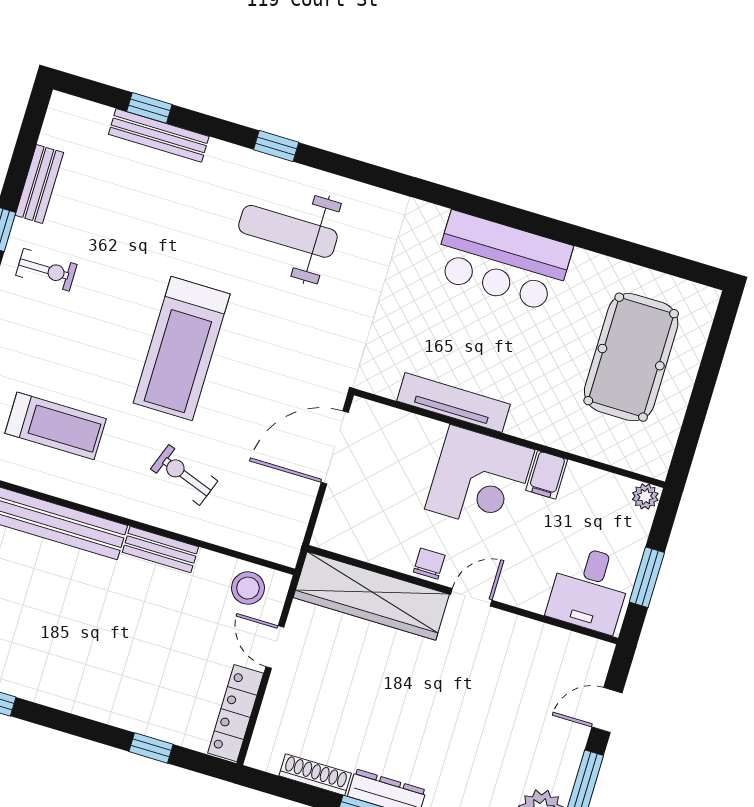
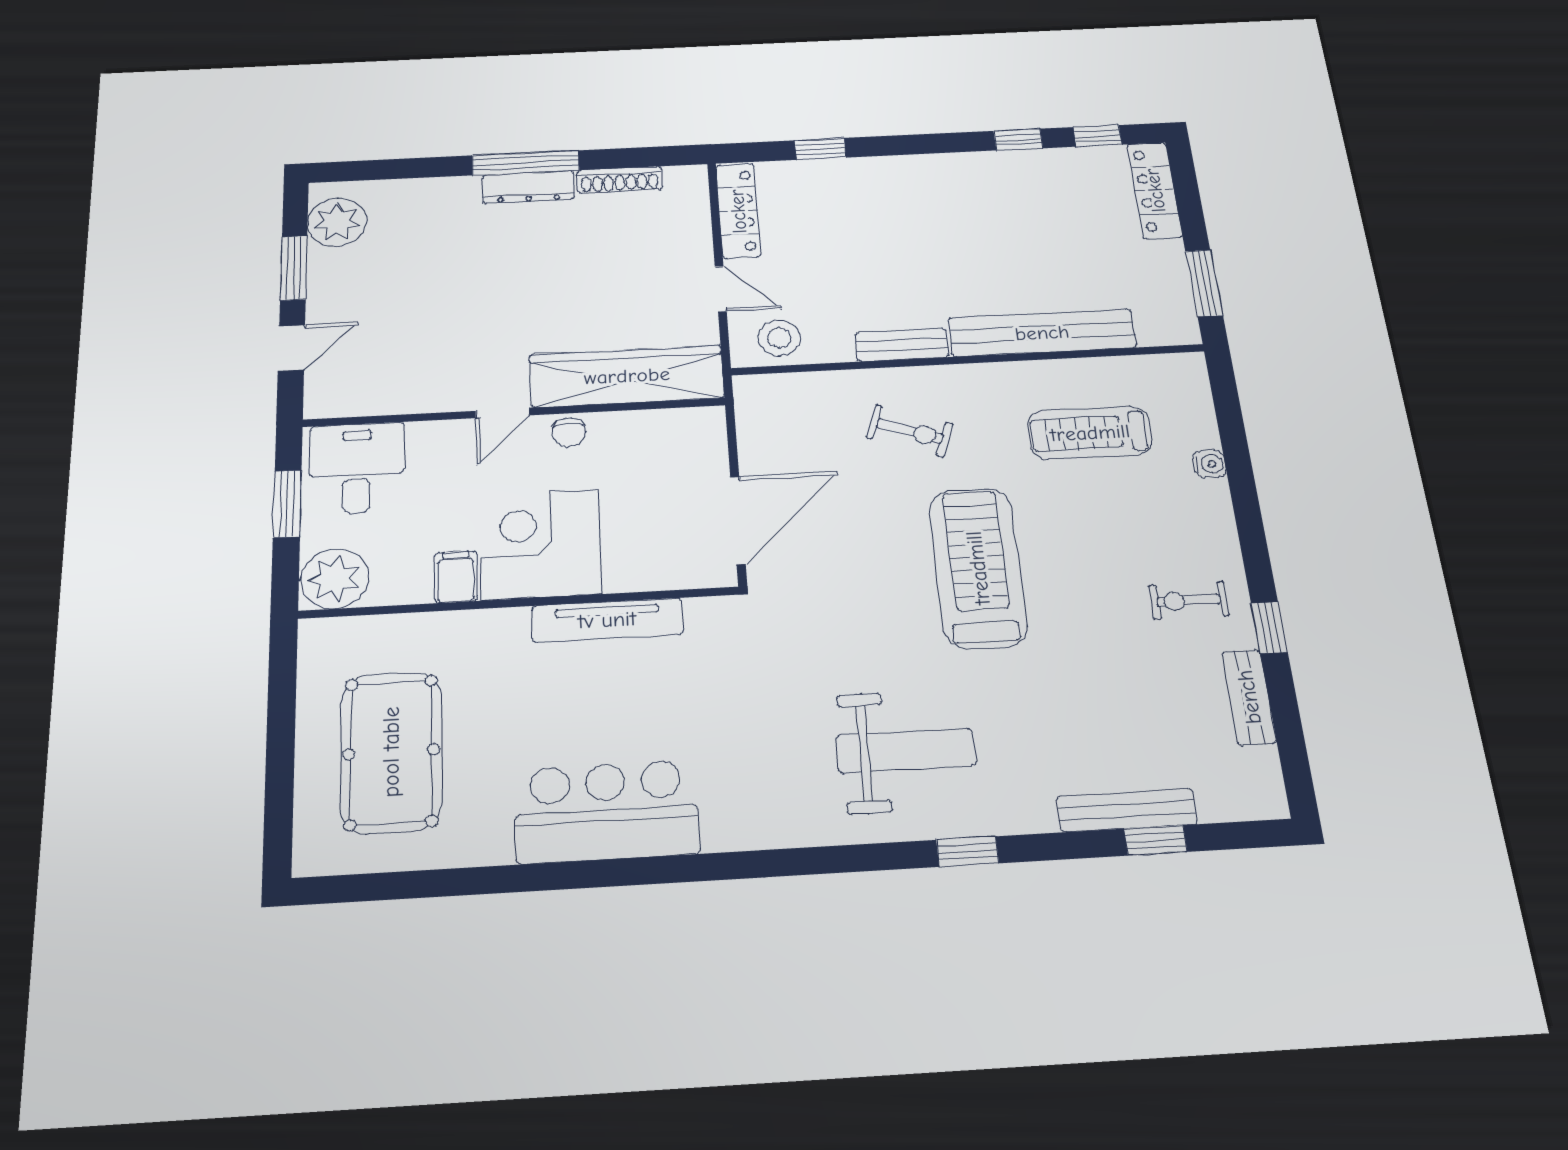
plant: (645, 496) -> (335, 579), width x1.88, depth x1.88

